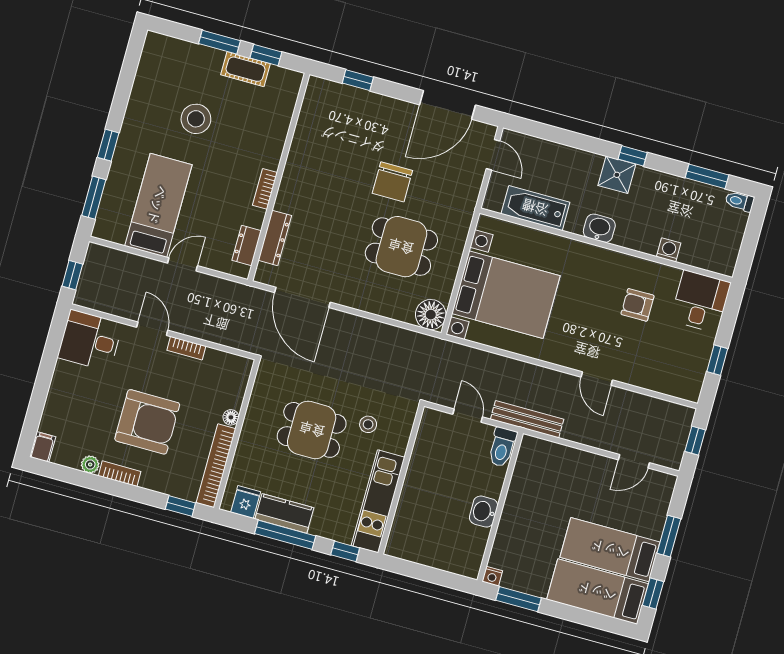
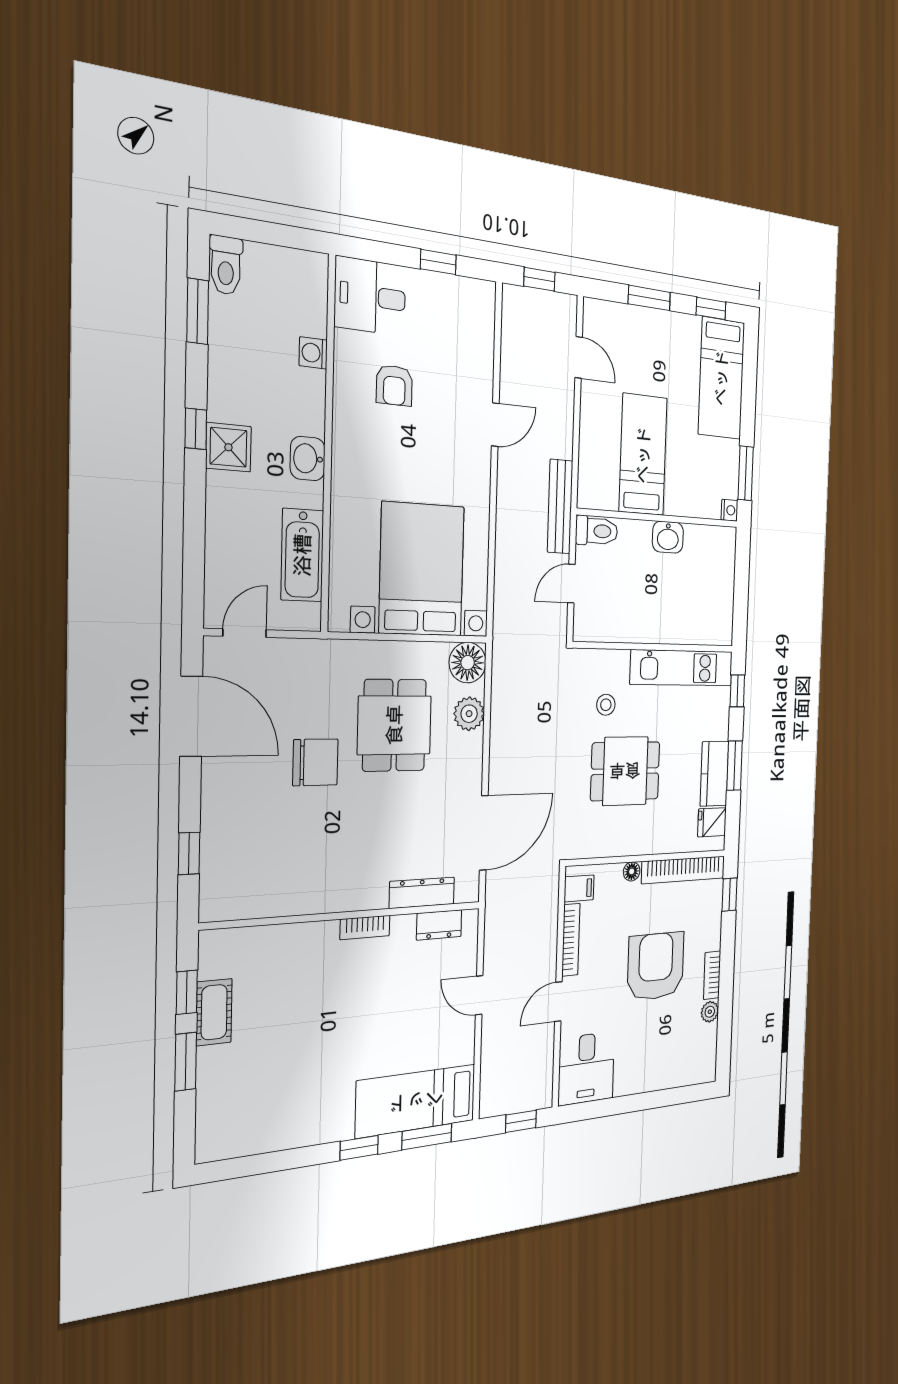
stool: (196, 119) -> (298, 1051), removed
toilet: (740, 201) -> (226, 265), width x1.37, depth x1.39
bed: (158, 205) -> (416, 1101), moved
plant: (393, 307) -> (469, 714), added
bookcase: (186, 348) -> (571, 940), width x1.56
dining table: (312, 430) -> (625, 771), turned 90
filing cabinet: (43, 447) -> (579, 888), moved, turned 180
window: (285, 535) -> (735, 766), width x0.69
bed: (610, 550) -> (643, 455), moved, turned 180

